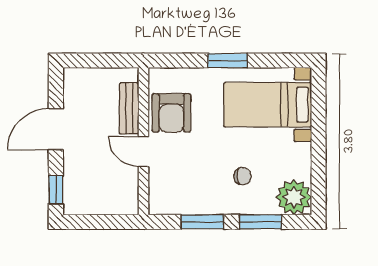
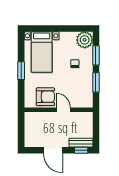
bench: (129, 109) -> (81, 143), moved
door: (143, 151) -> (63, 110), swing flipped

